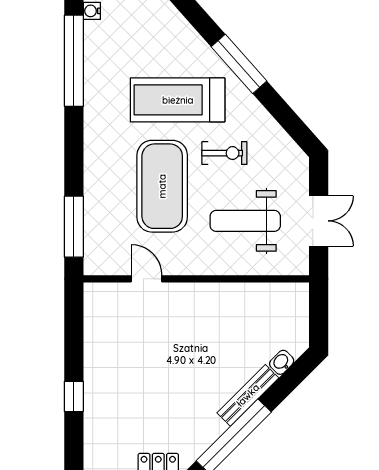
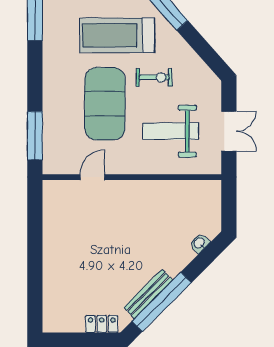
door: (146, 279) -> (92, 177), hinge flipped
bench: (248, 395) -> (148, 294), moved
window: (74, 396) -> (35, 270), removed

